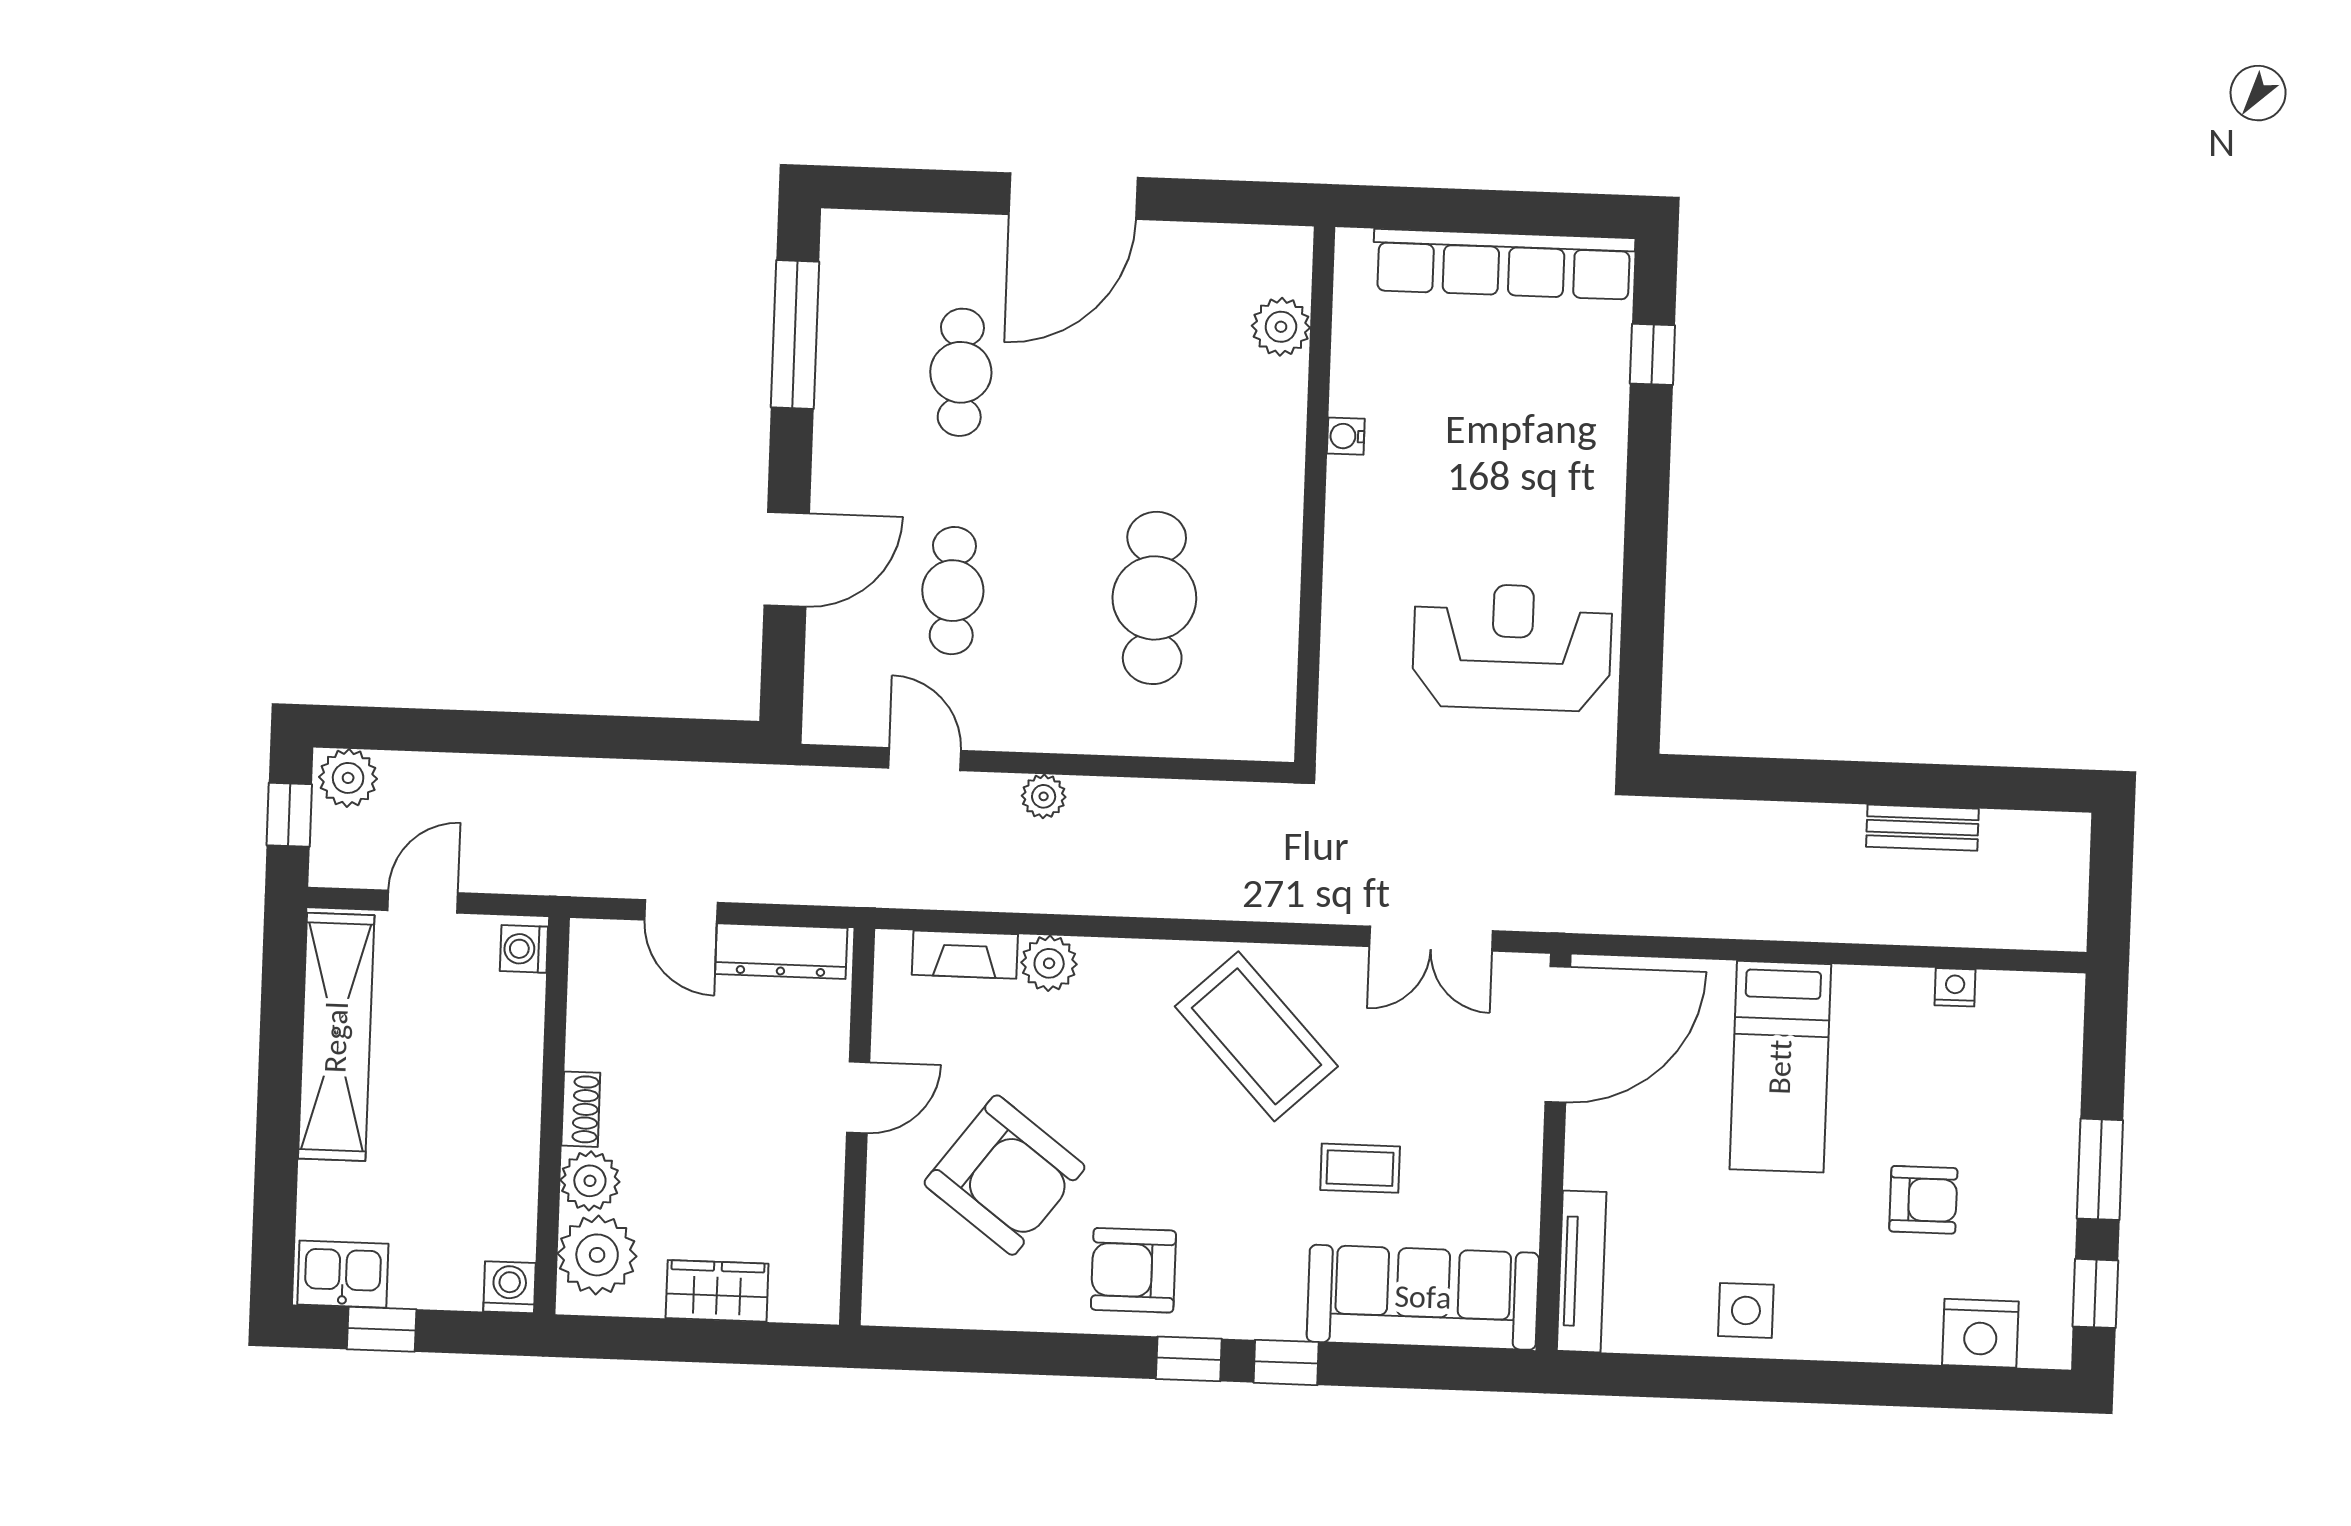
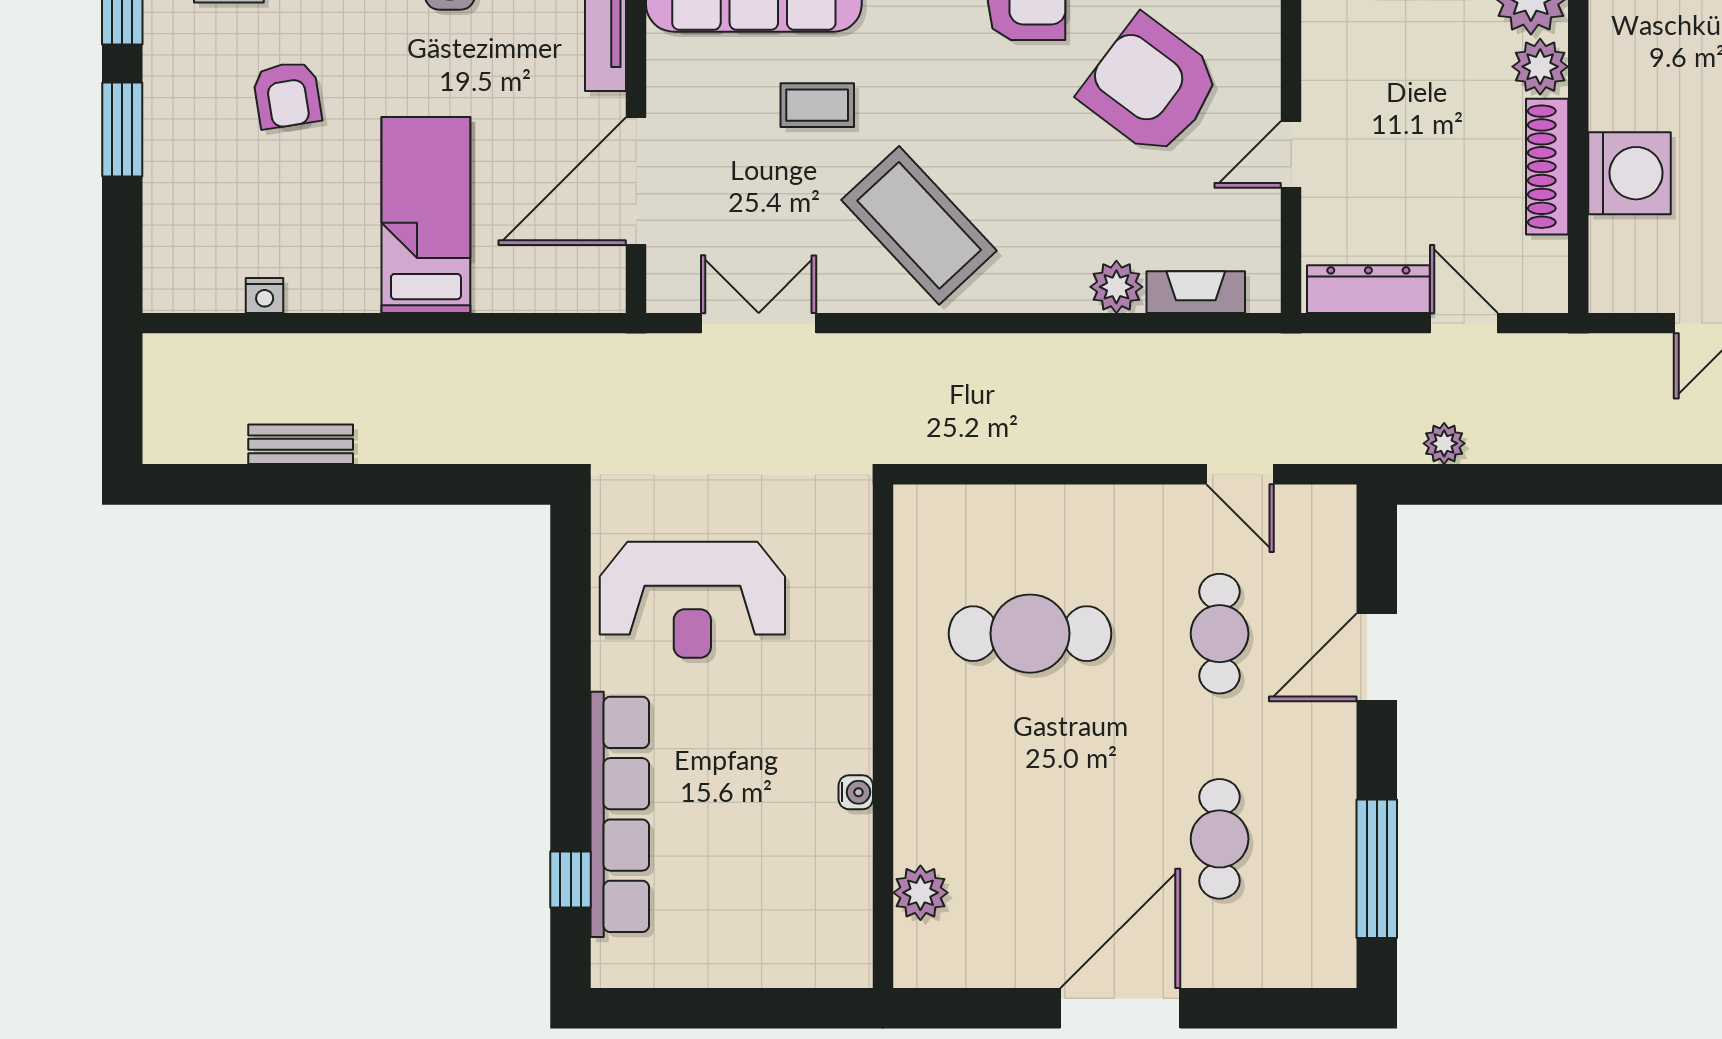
row of seats: (1504, 264) -> (620, 814), moved, turned 90
cafe table: (1154, 598) -> (1030, 634), turned 90
plant: (1044, 796) -> (1444, 443), moved
washing machine: (524, 949) -> (1629, 173), moved, width x1.89, depth x1.89
door: (1558, 1034) -> (636, 181), moved
shoe rack: (581, 1109) -> (1547, 167), width x1.94, depth x1.24
armchair: (1923, 1200) -> (287, 95), turned -99

